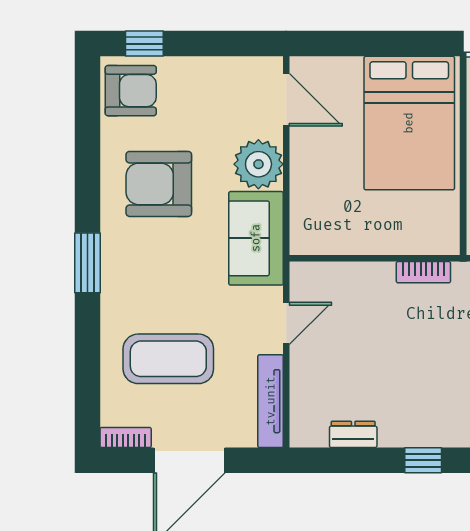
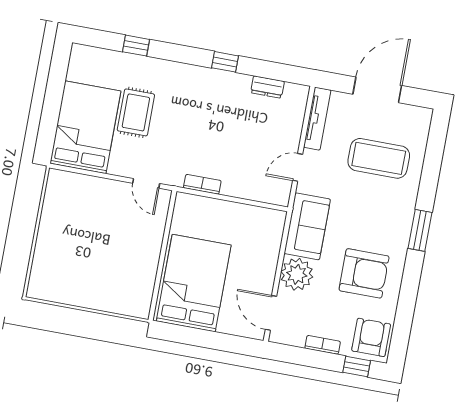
armchair: (131, 91) -> (371, 337), turned 90
bookcase: (126, 437) -> (323, 345), moved, turned 180

